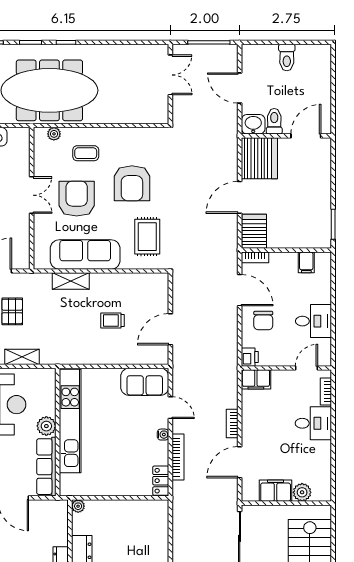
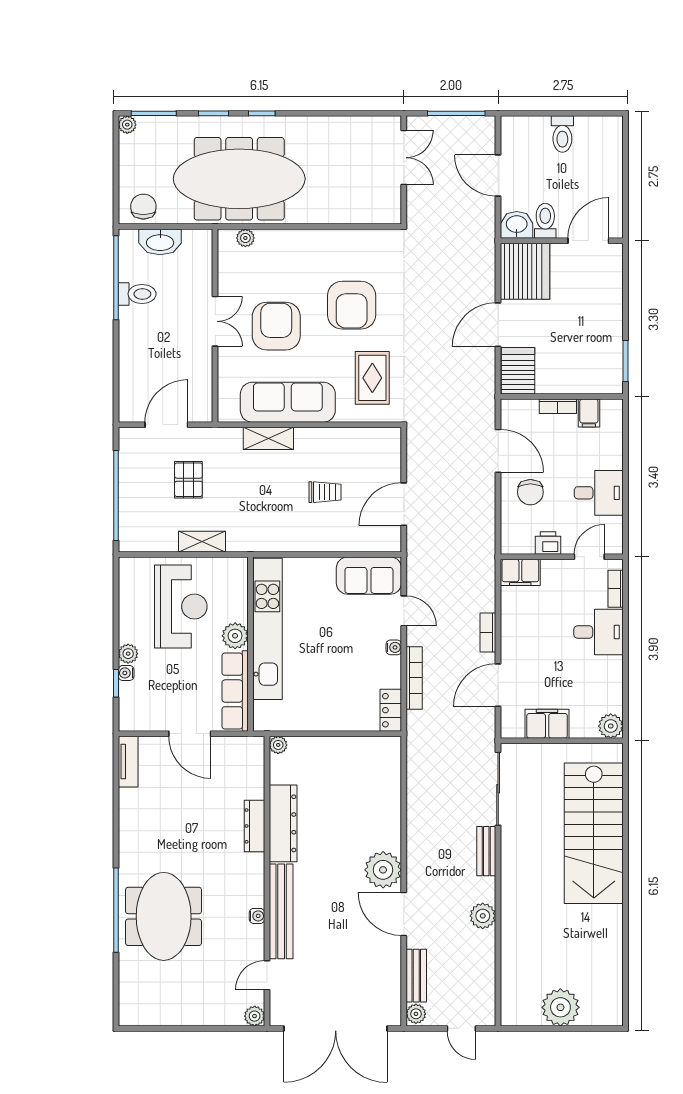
coffee table: (86, 153) -> (289, 264), removed
bookcase: (255, 257) -> (558, 406), moved
trolley: (112, 320) -> (325, 492), turned 180
printer: (250, 357) -> (548, 543), moved, turned -90
plant: (302, 492) -> (611, 726), moved

